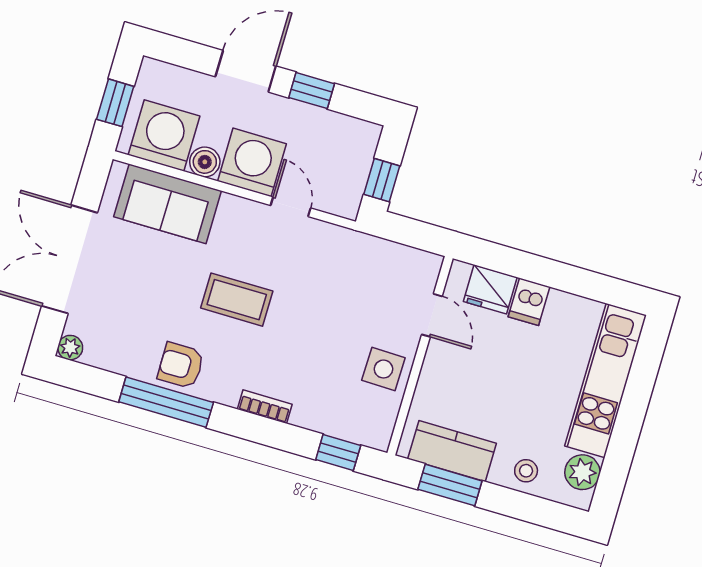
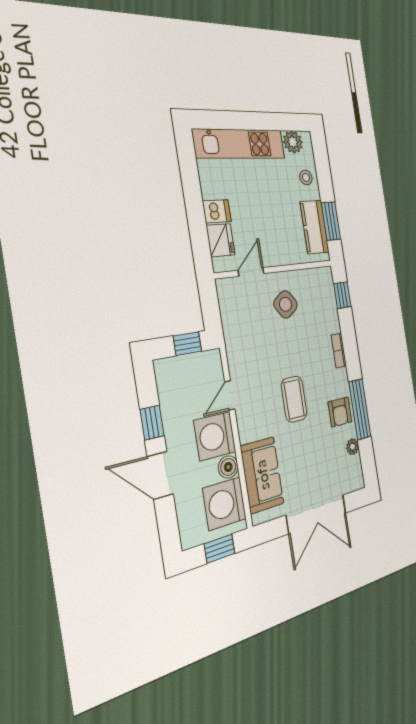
plant: (70, 348) -> (353, 447), moved
side table: (383, 369) -> (286, 304), moved, turned -37

